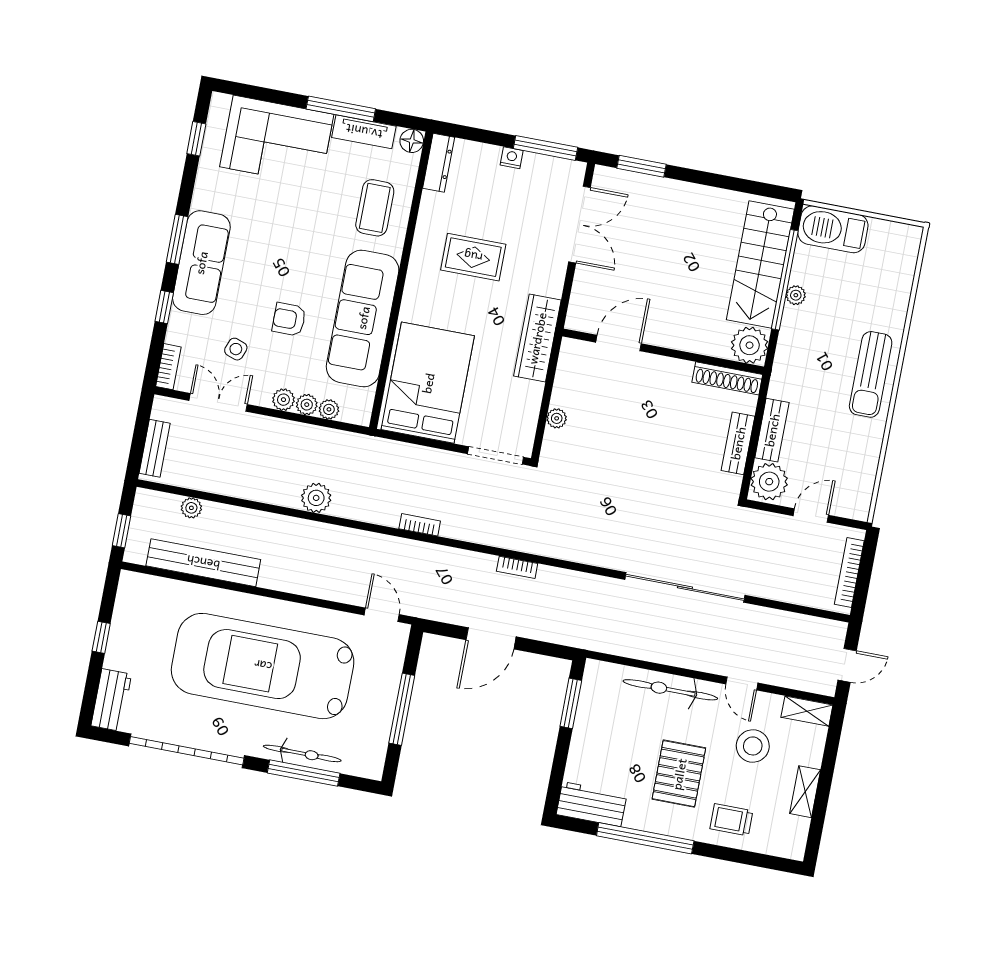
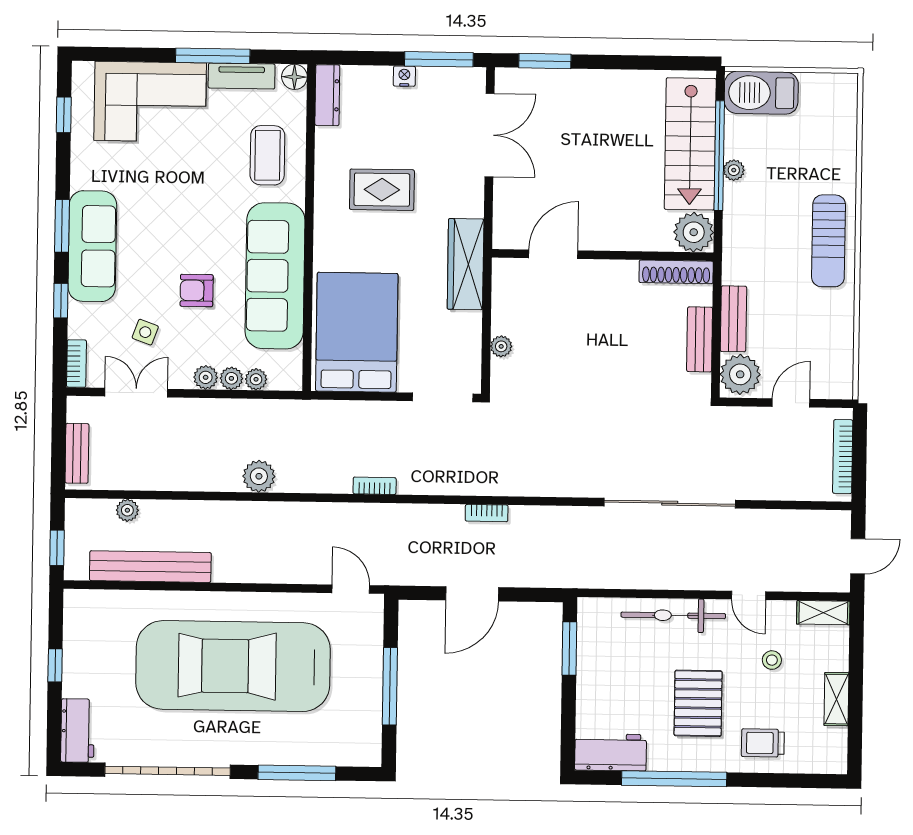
stool: (753, 746) -> (772, 660), width x0.53, depth x0.53
bicycle: (302, 753) -> (292, 752), removed

